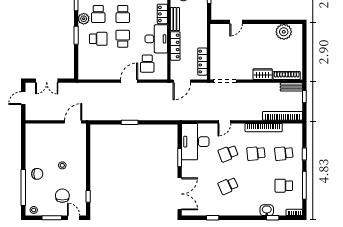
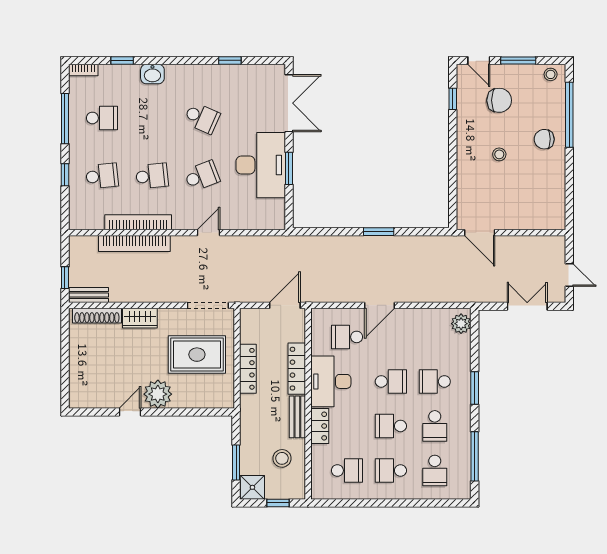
school desk: (98, 14) -> (435, 426), turned 180
school desk: (123, 14) -> (391, 426), turned -90
plant: (84, 19) -> (461, 324), moved
door: (236, 22) -> (130, 412), moved
plant: (284, 32) -> (158, 394), moved
school desk: (123, 39) -> (391, 381), turned -90
rug: (231, 54) -> (197, 355), added
locker: (202, 62) -> (248, 369), moved
school desk: (147, 64) -> (347, 337), turned -90
door: (23, 98) -> (569, 275), hinge flipped
bookcase: (283, 116) -> (134, 243), moved
door: (73, 122) -> (480, 233), hinge flipped
desk: (195, 142) -> (261, 165), moved
school desk: (228, 186) -> (202, 118), turned 48
double door: (180, 194) -> (289, 103), swing flipped
chair: (62, 196) -> (499, 100), turned -90
washbasin: (267, 210) -> (152, 74), moved

